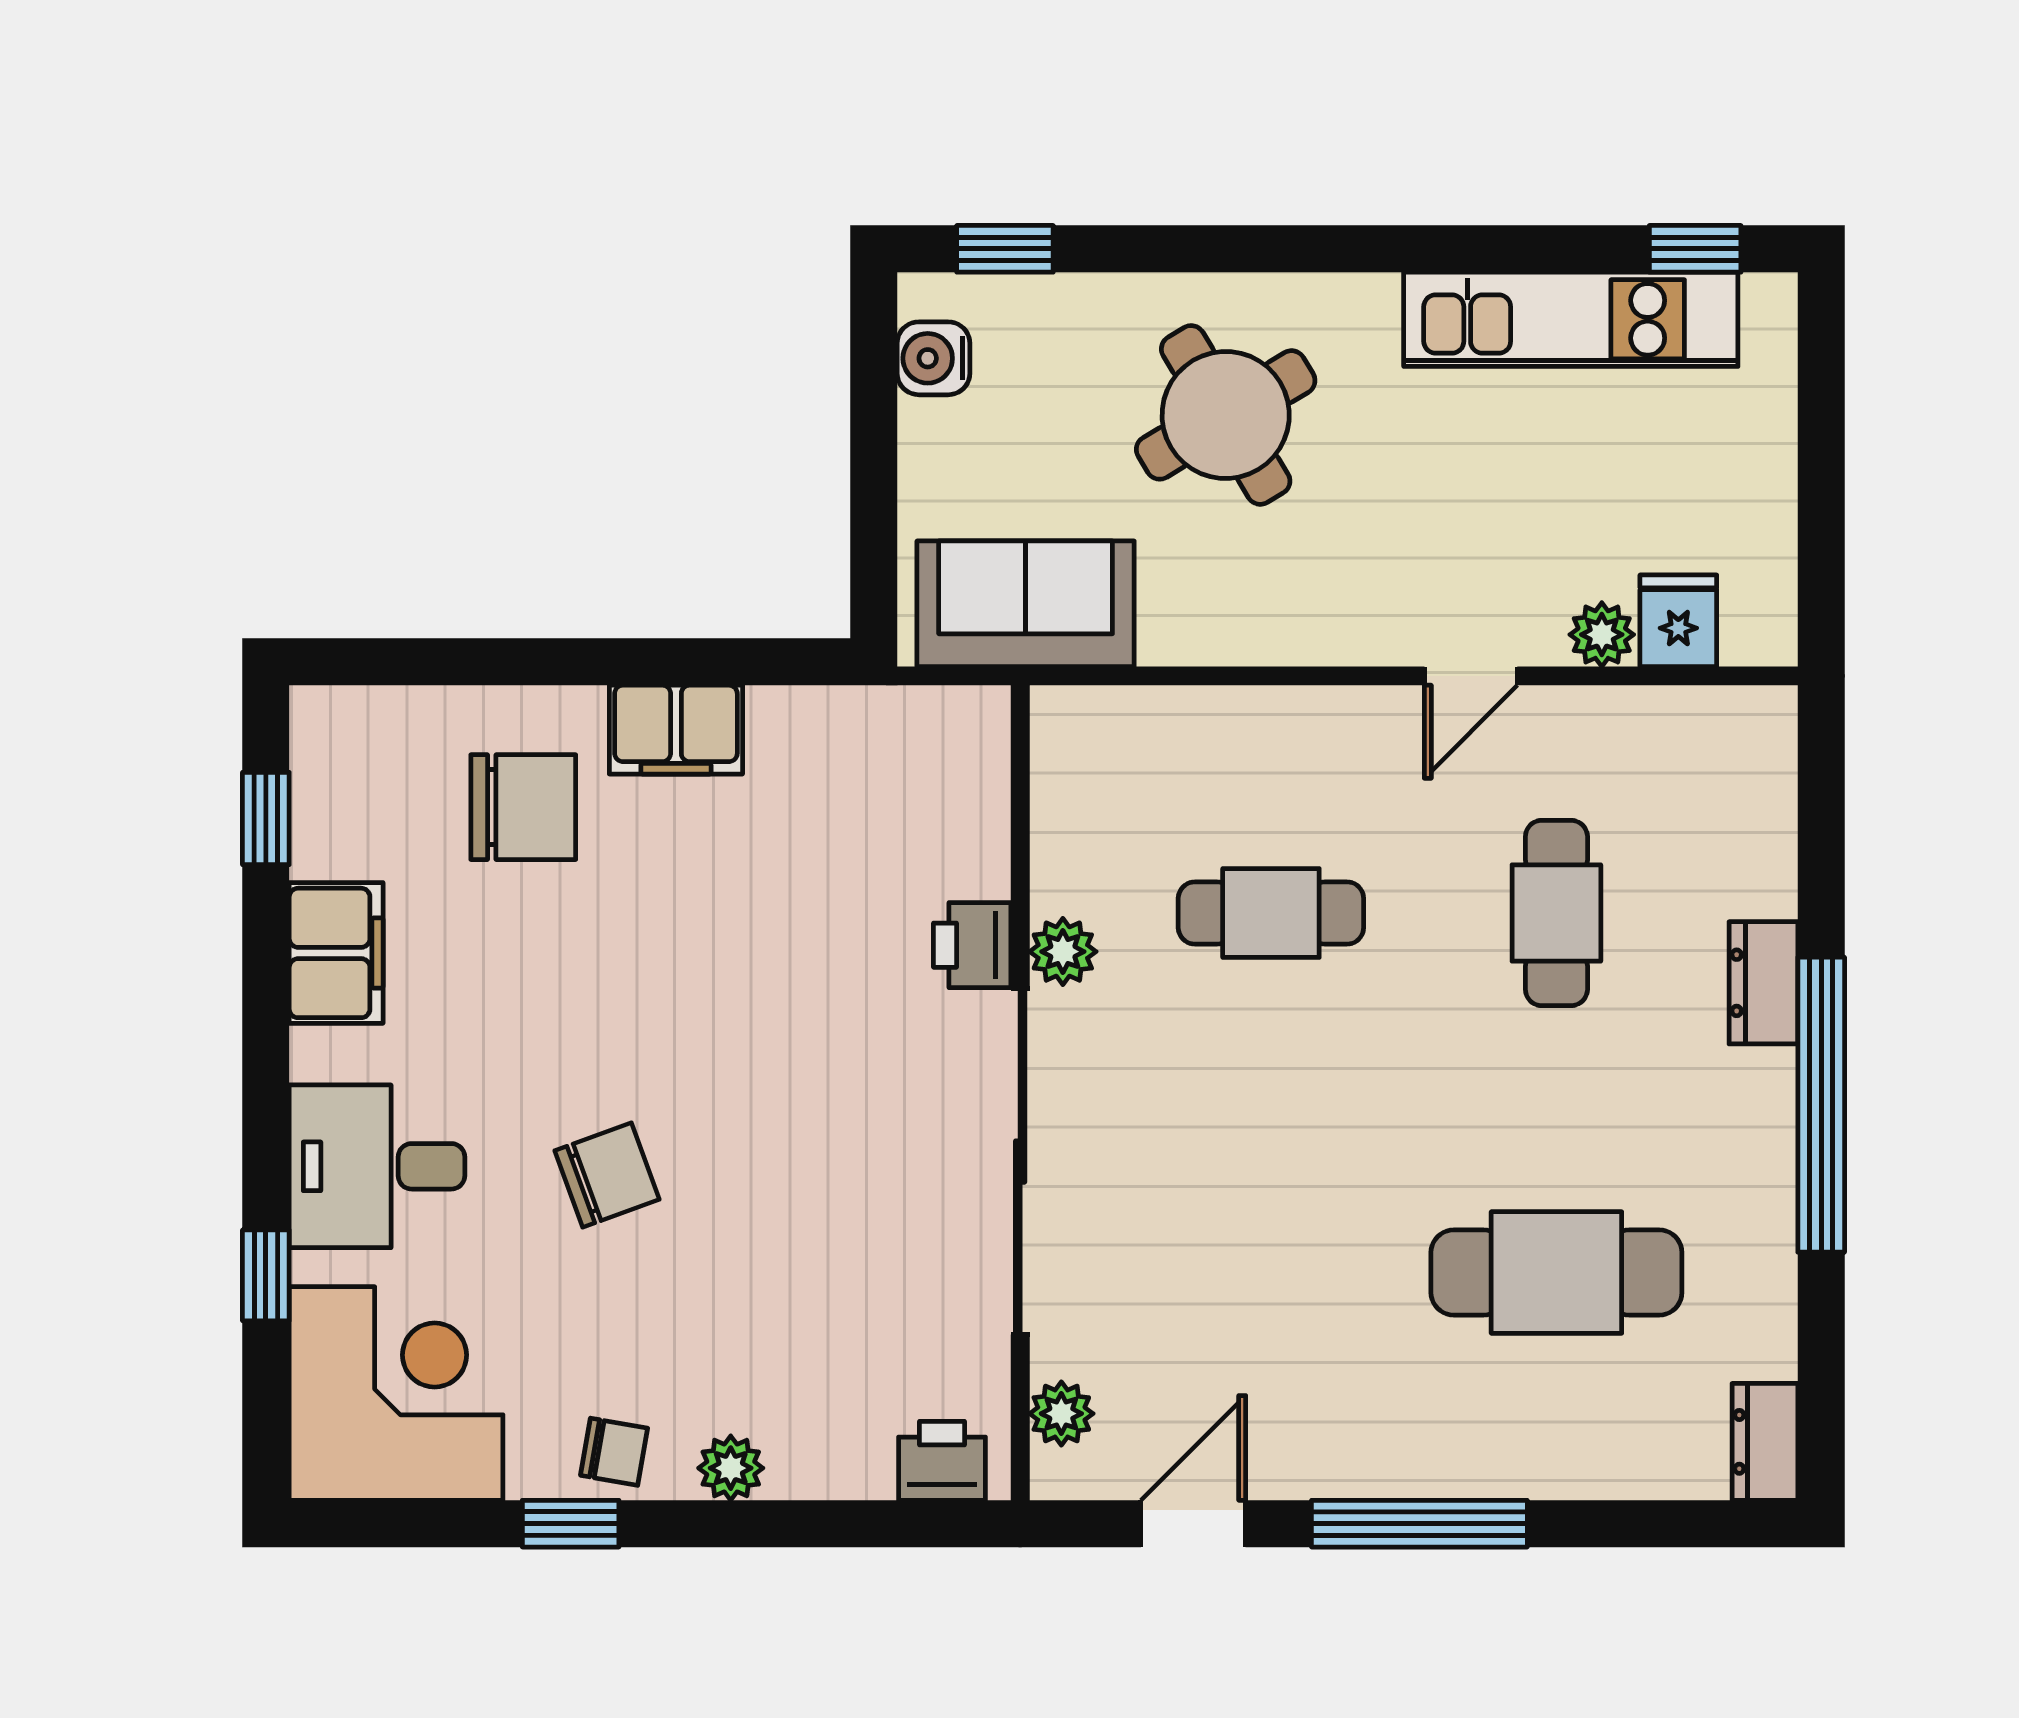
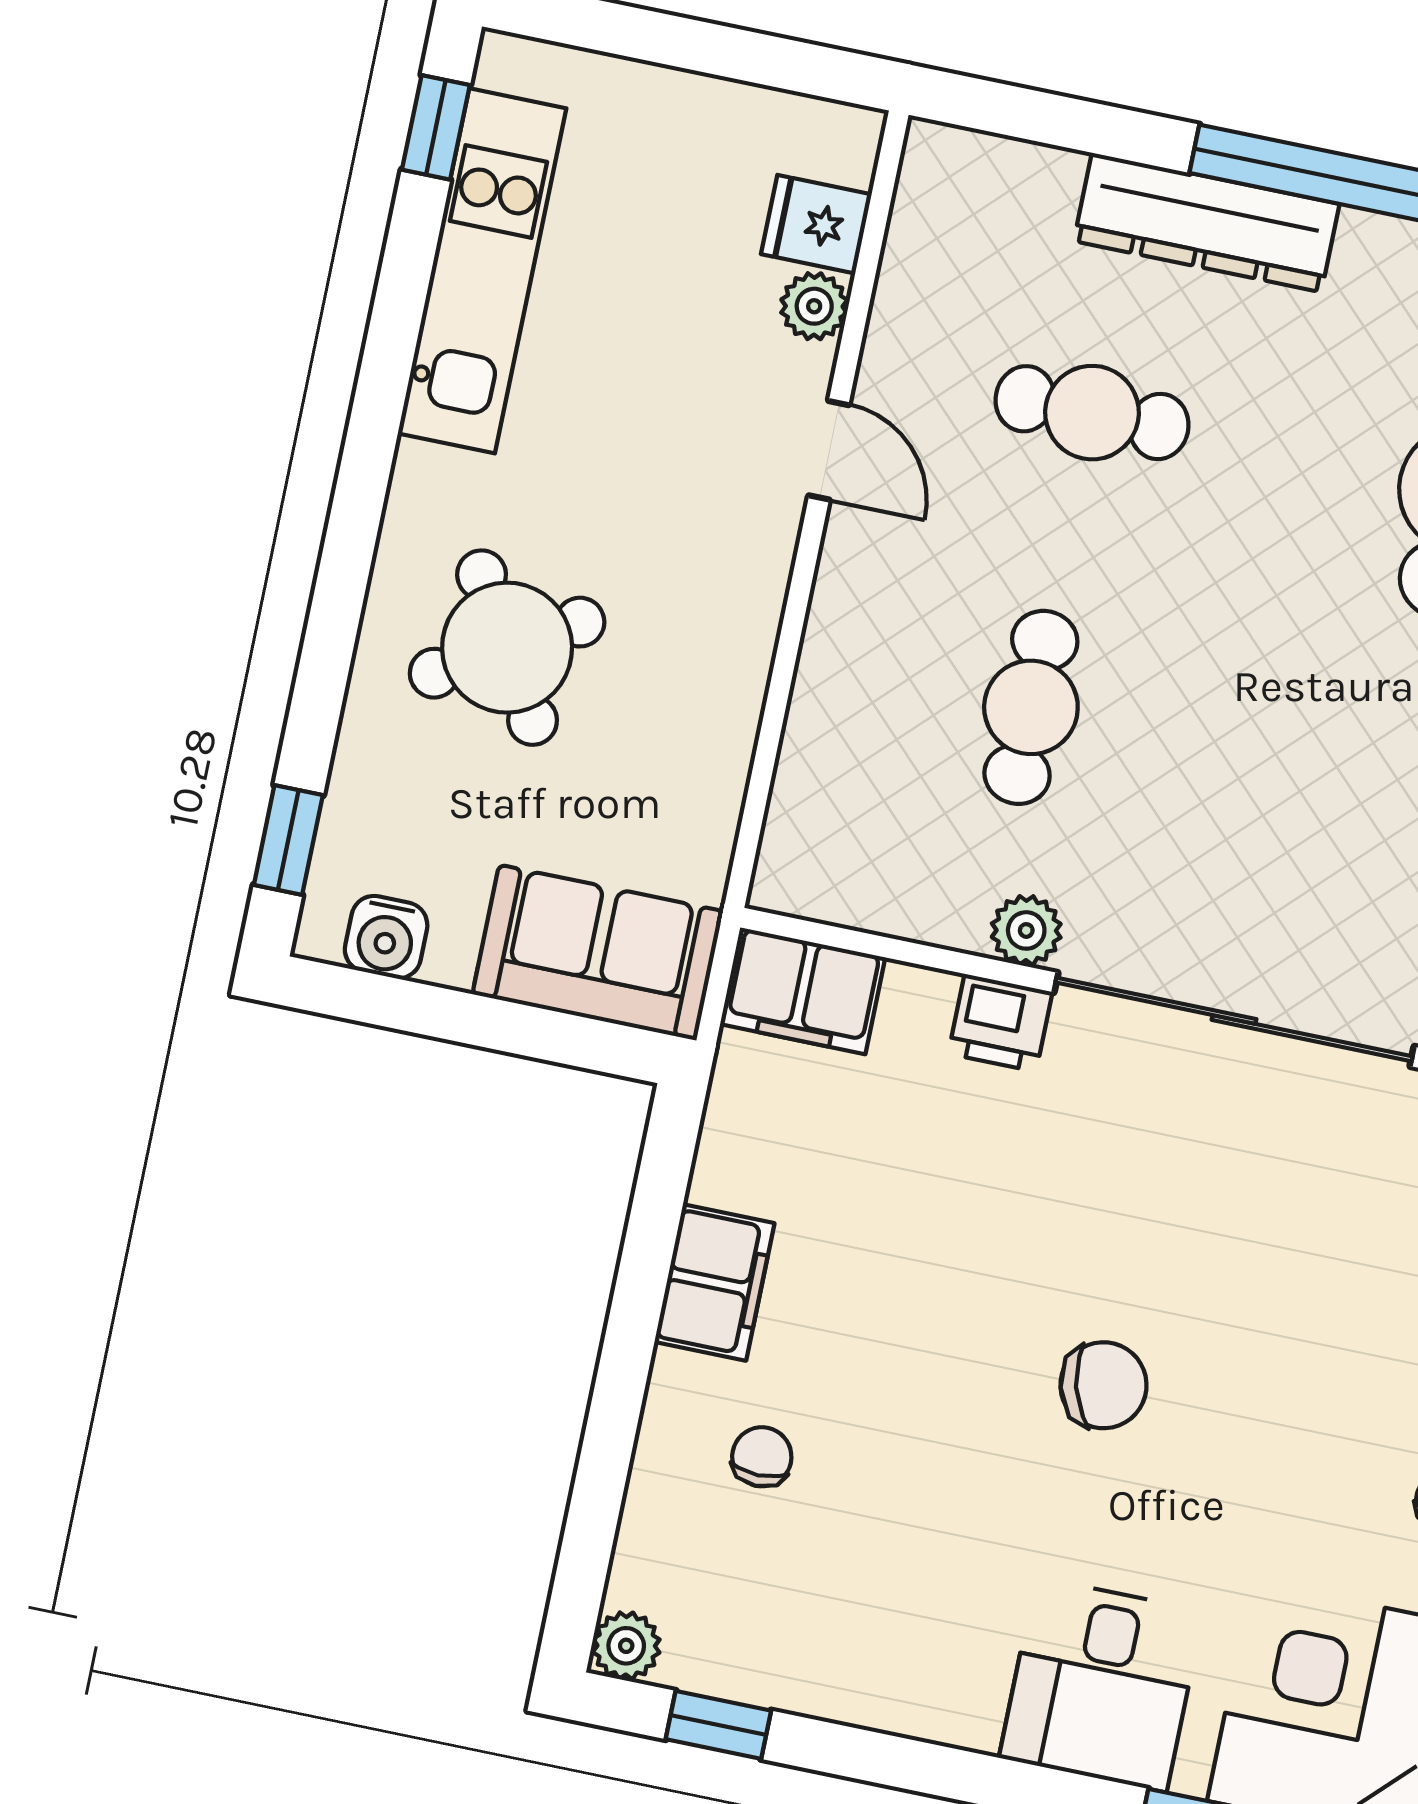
sofa: (1026, 604) -> (598, 953), moved, turned 90
plant: (322, 718) -> (626, 1646), added
chair: (523, 807) -> (762, 1457), width x0.54, depth x0.54
filing cabinet: (336, 953) -> (803, 991), moved, turned 180
dresser: (1763, 983) -> (1207, 222), width x1.96, depth x1.24
chair: (607, 1175) -> (1103, 1385), moved, turned 95

